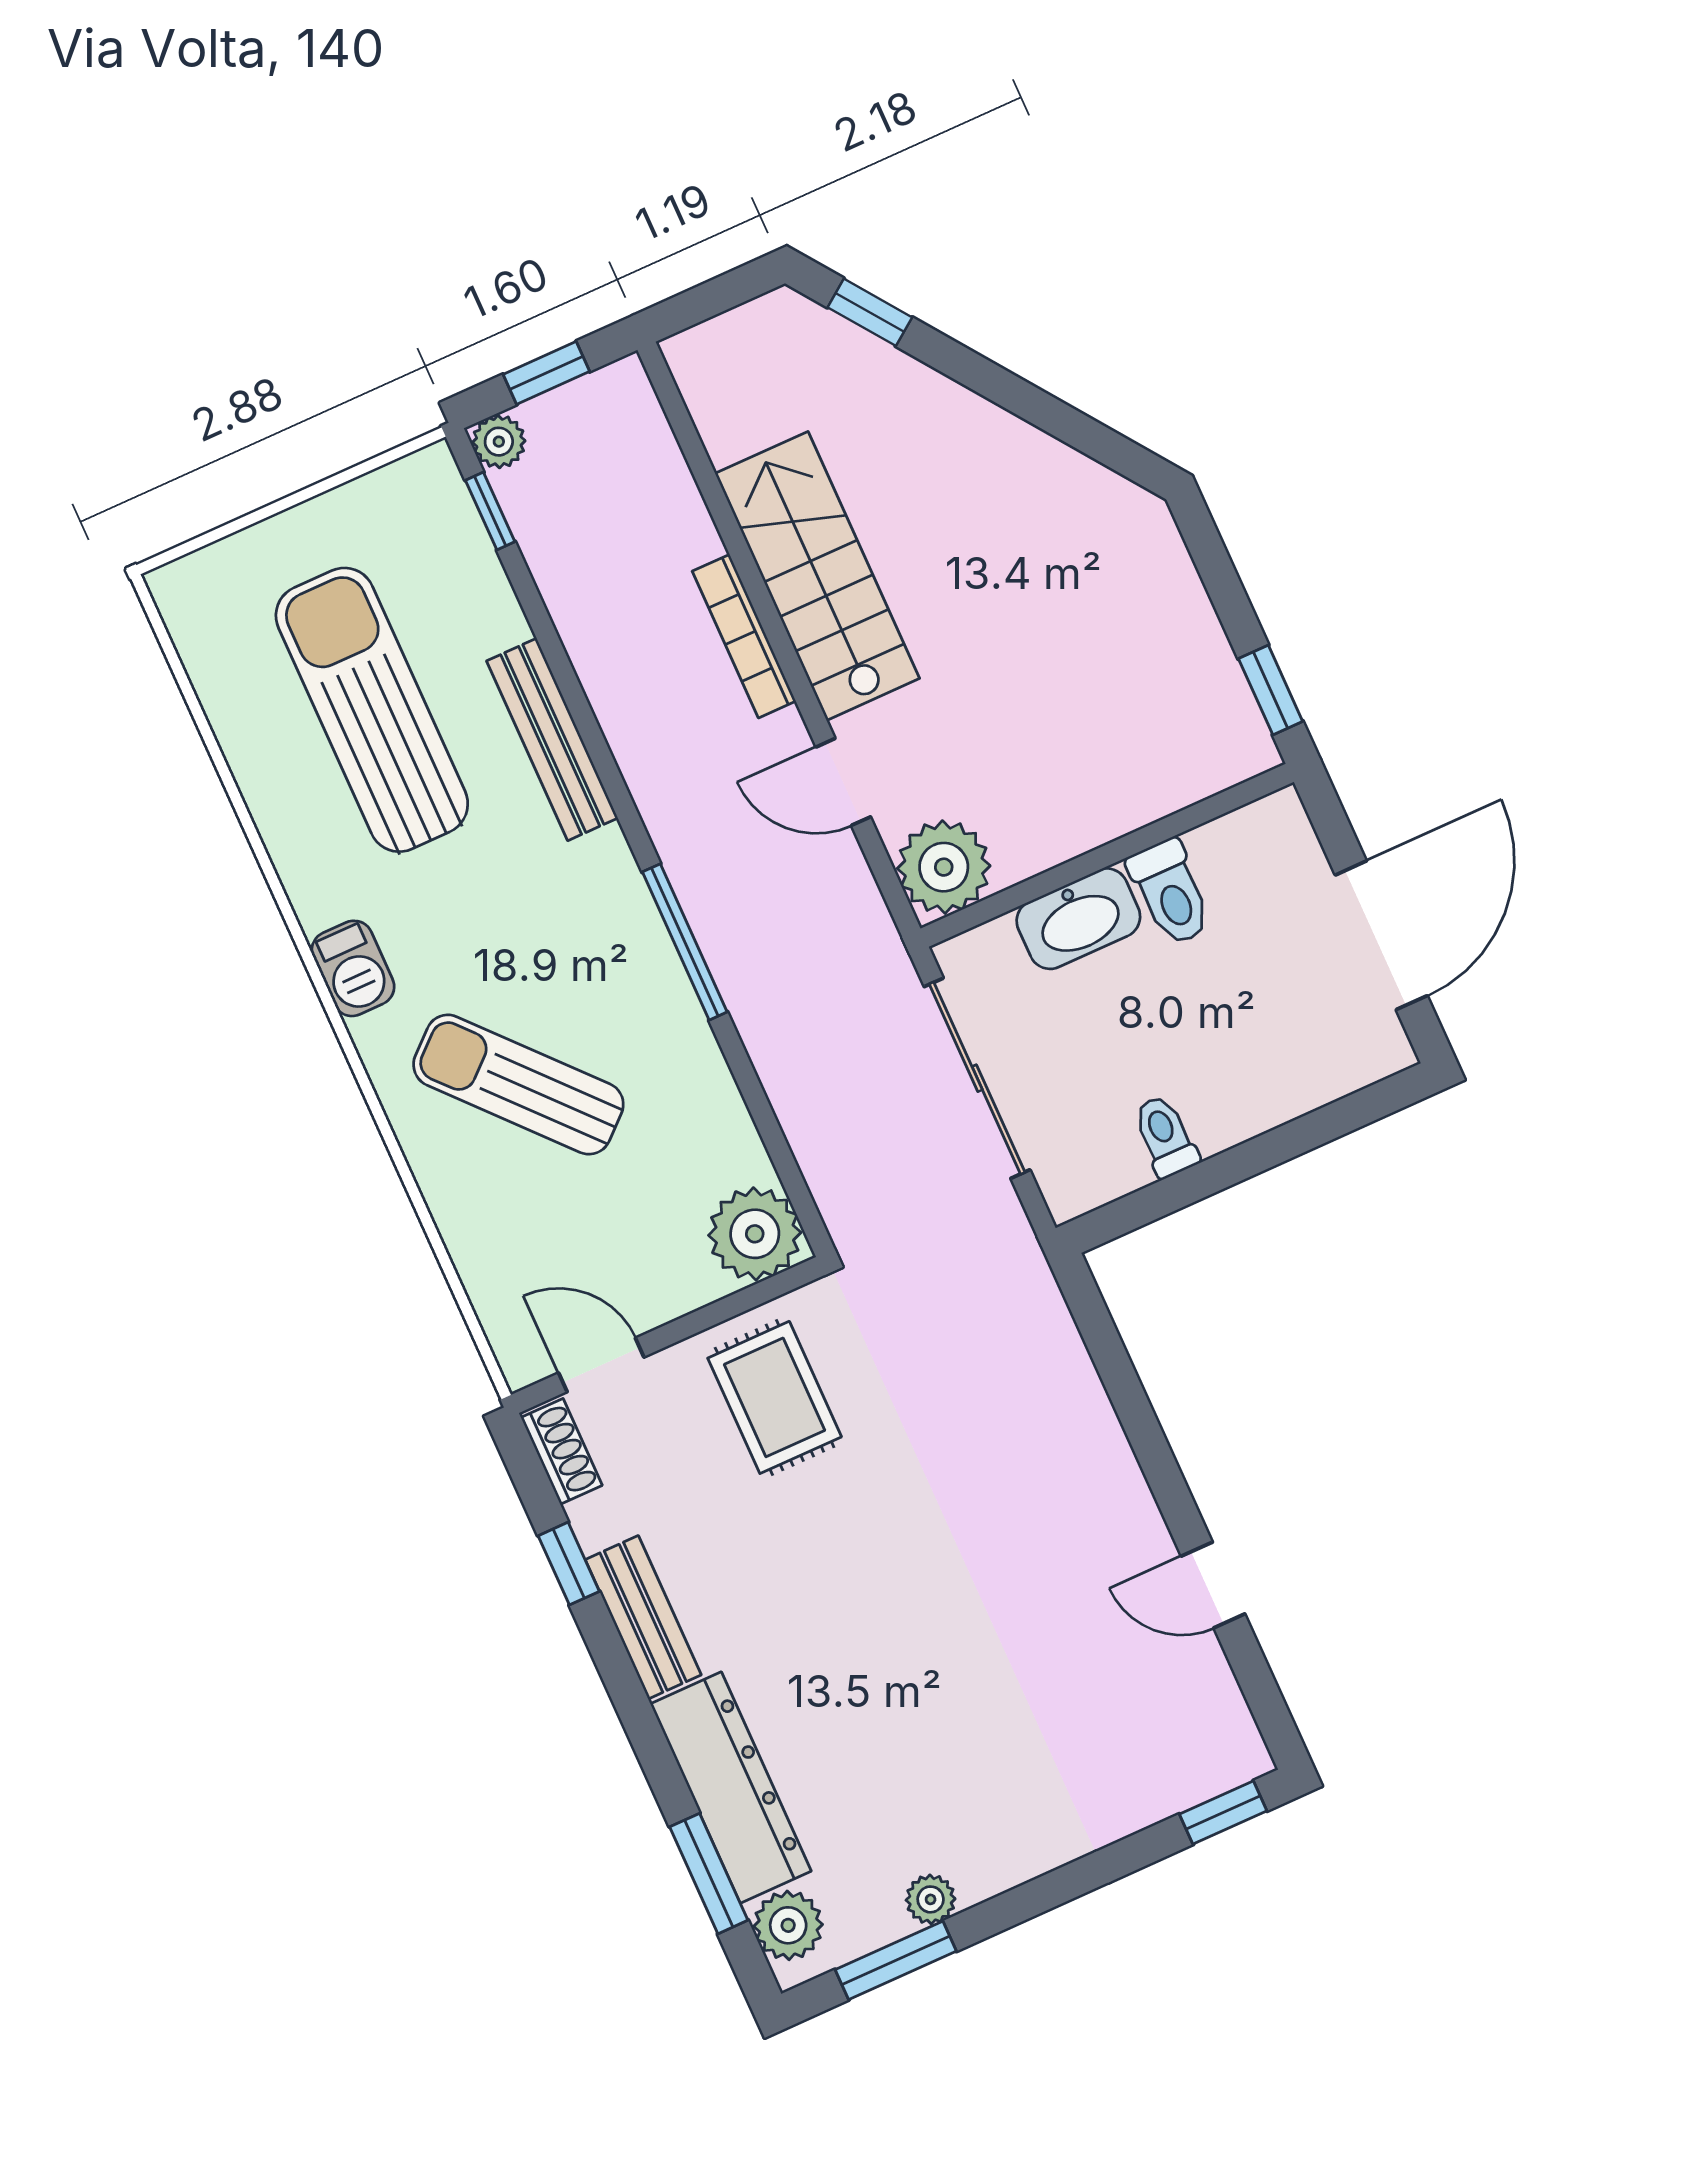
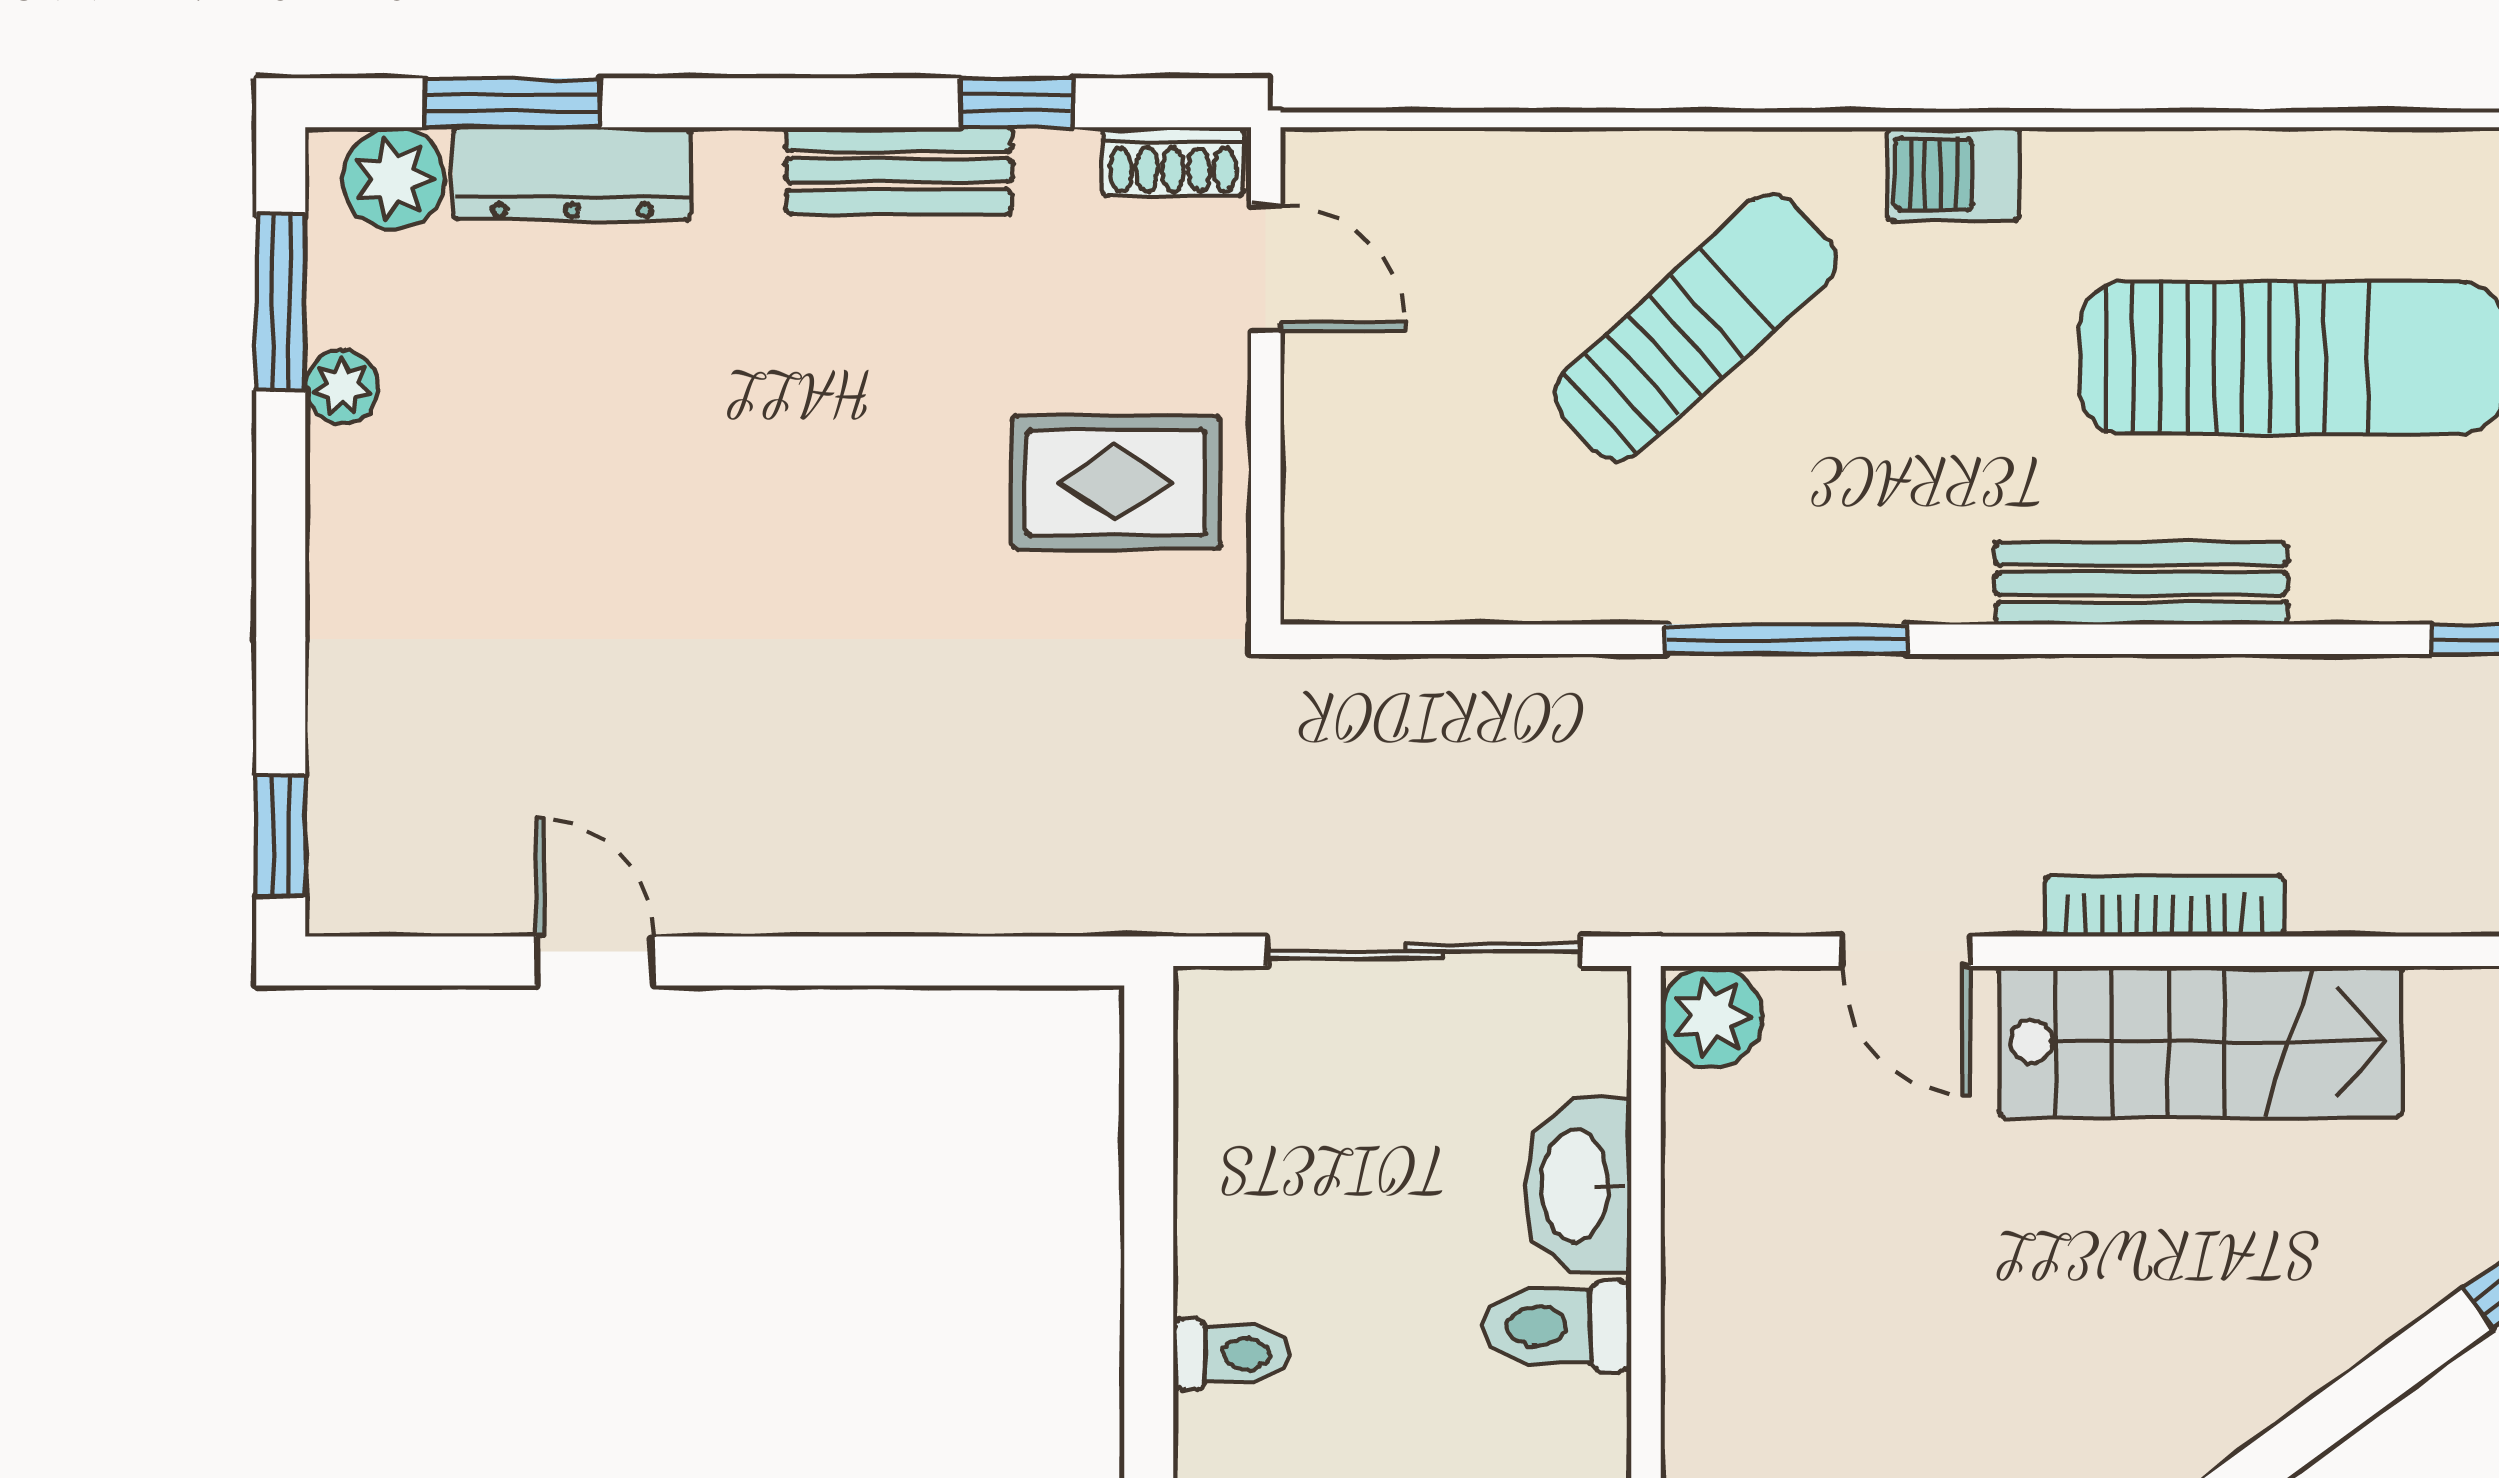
door: (843, 782) -> (1906, 951), swing flipped
plant: (944, 867) -> (1711, 1017), width x0.73, depth x0.73
toilet: (1165, 1136) -> (1231, 1354), moved
plant: (755, 1234) -> (1349, 556), removed
door: (601, 1365) -> (1266, 268), hinge flipped
door: (1213, 1585) -> (595, 961), hinge flipped
dresser: (731, 1787) -> (572, 174), width x0.73, depth x0.80

